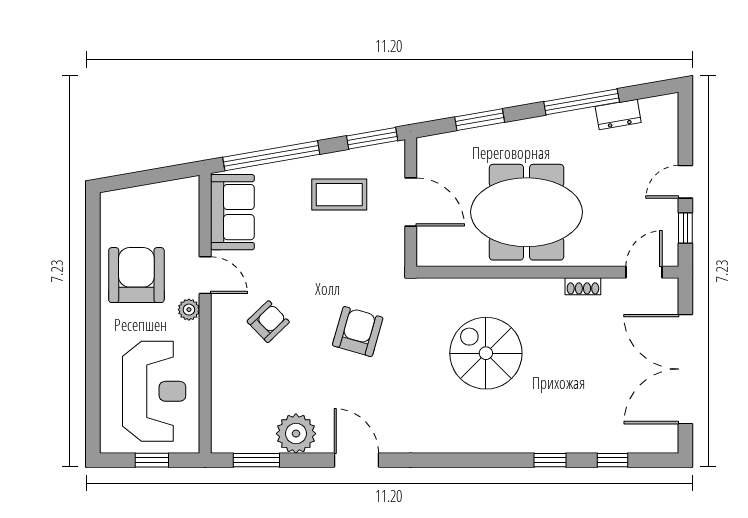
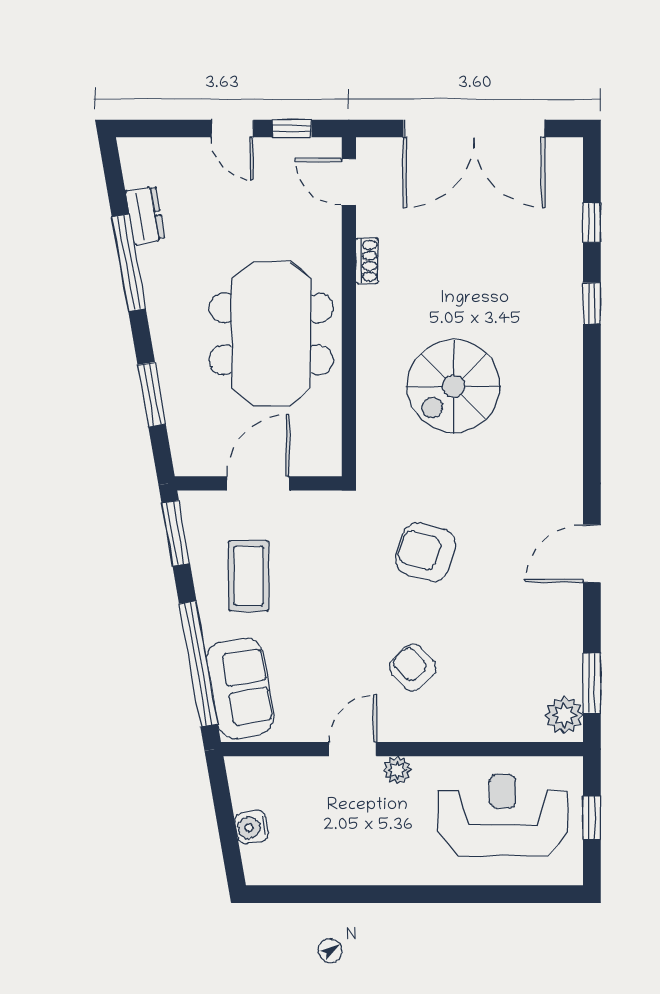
water cooler: (145, 197) -> (252, 827), added
sofa: (232, 212) -> (240, 688), moved, turned 80
armchair: (136, 275) -> (353, 838), removed
plant: (296, 434) -> (564, 715), moved, width x0.73, depth x0.73

